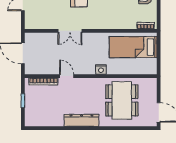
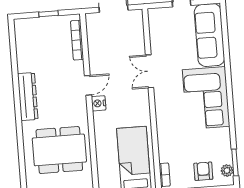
nightstand: (101, 69) -> (99, 103), moved
door: (67, 76) -> (88, 85), moved

